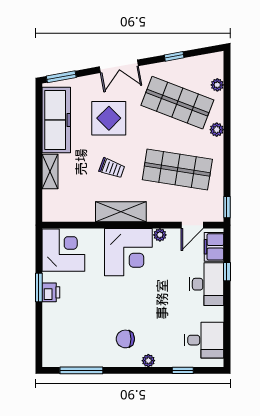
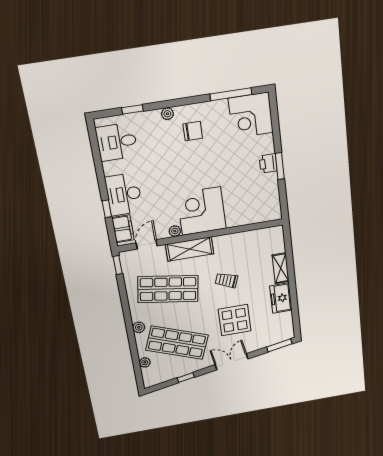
freezer: (56, 120) -> (281, 298), width x0.52, depth x0.79
shelving: (121, 212) -> (190, 249), moved
corner desk: (63, 250) -> (251, 115), moved

